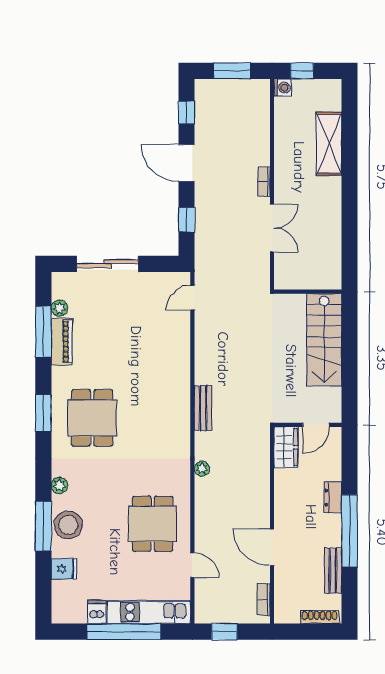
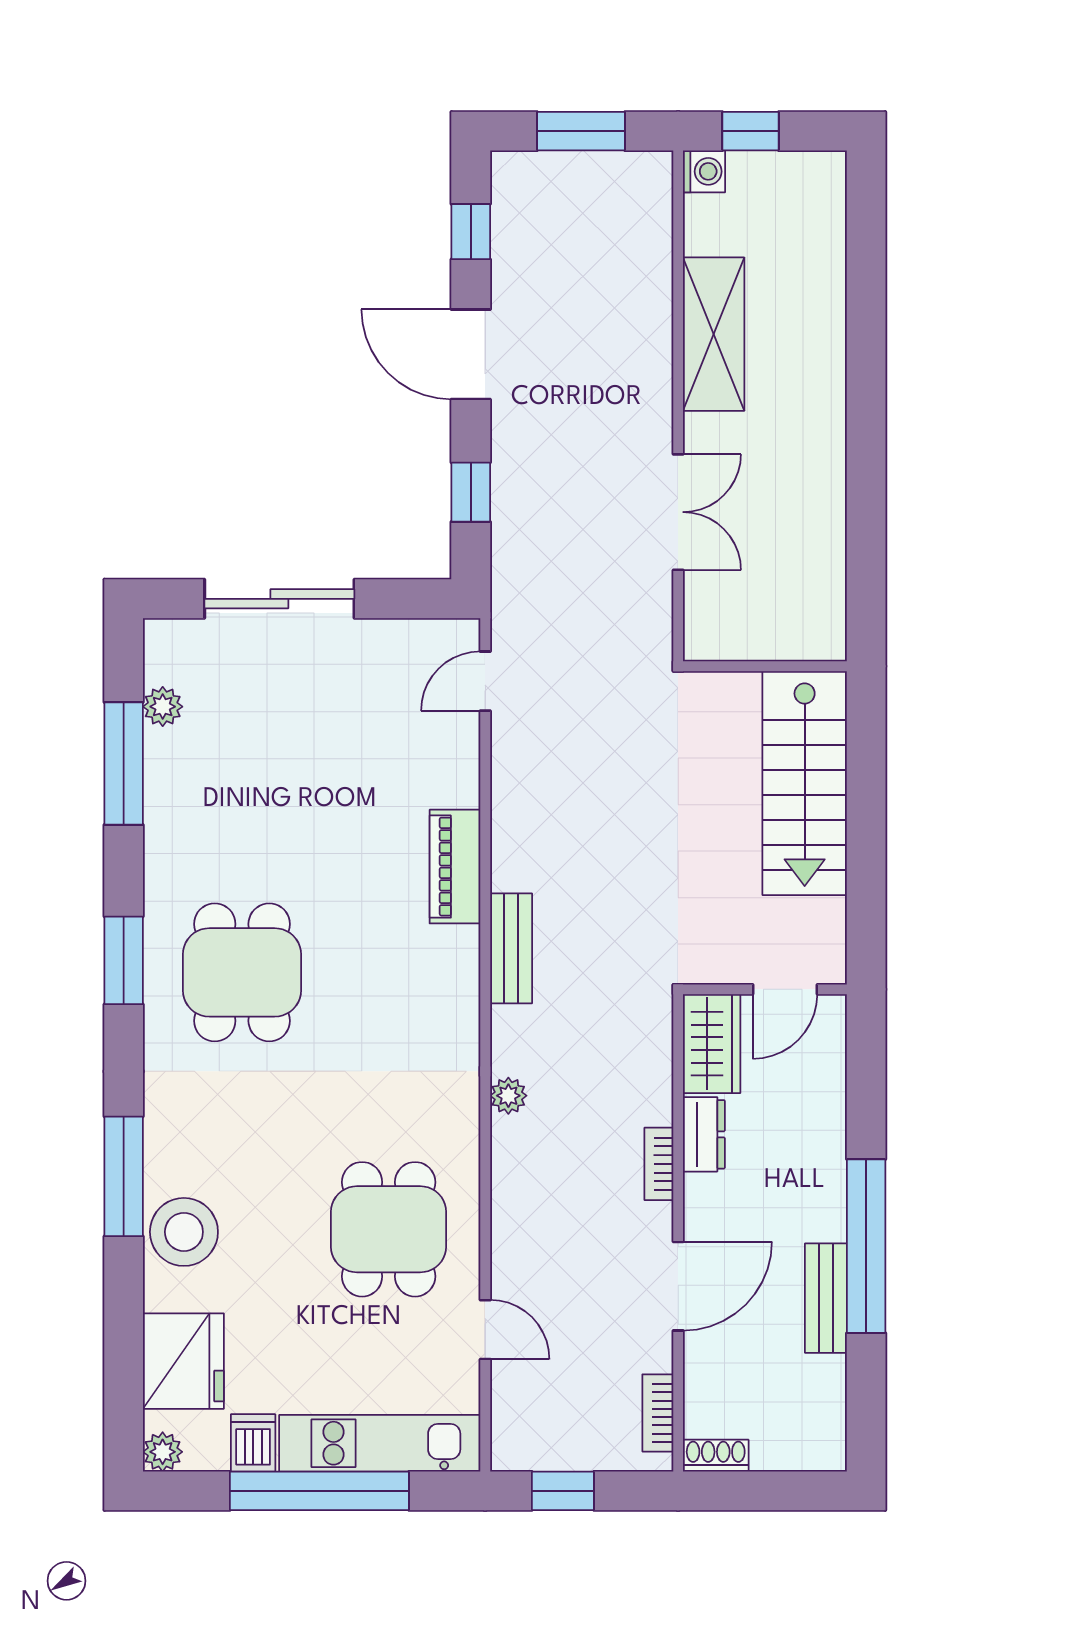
shelving: (329, 144) -> (714, 334), moved
bookcase: (264, 182) -> (659, 1164), moved
piano: (62, 341) -> (455, 867), moved, turned 180
plant: (59, 485) -> (163, 1452), moved
dresser: (333, 498) -> (704, 1134), moved, turned 180
window: (43, 526) -> (124, 1176), moved
door: (272, 547) -> (678, 1286), swing flipped
fridge: (64, 569) -> (183, 1361), width x1.88, depth x1.34
bench: (333, 571) -> (826, 1298), moved
shoe rack: (320, 617) -> (716, 1456), moved, width x0.70

